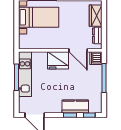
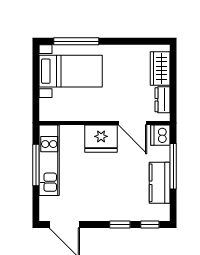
kitchen counter: (75, 106) -> (160, 183), moved, turned -90

